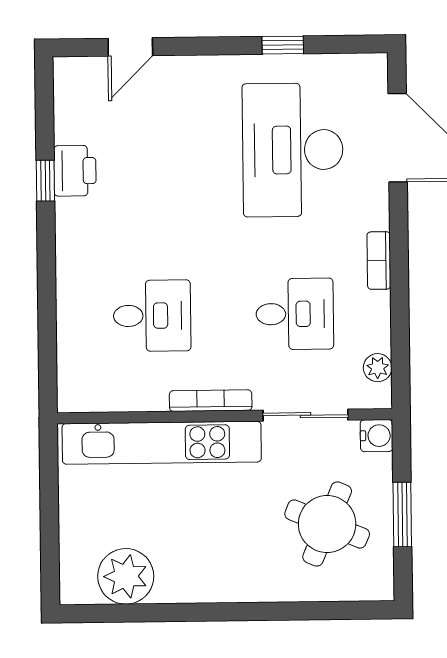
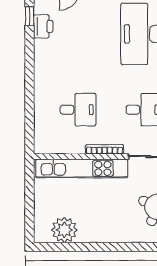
printer: (75, 171) -> (43, 26), moved
window: (45, 181) -> (29, 16), moved

